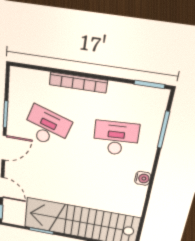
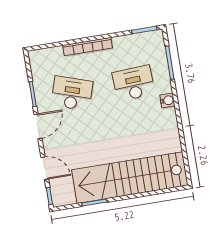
water cooler: (143, 178) -> (167, 100), moved

